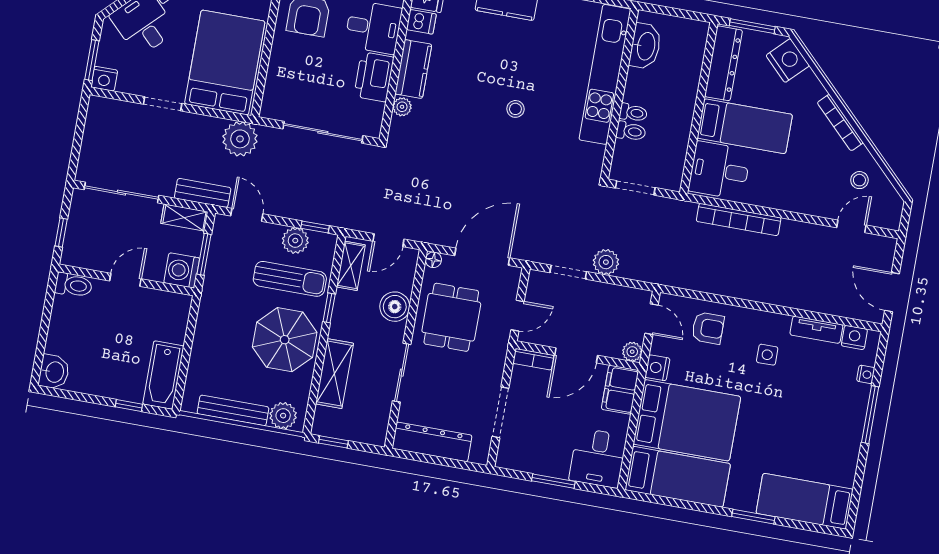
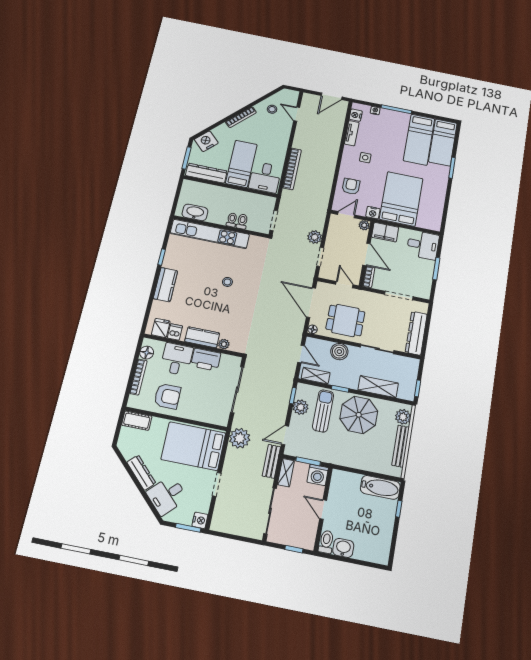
washbasin: (54, 372) -> (343, 548), moved
bed: (678, 477) -> (419, 140), moved, turned 180

